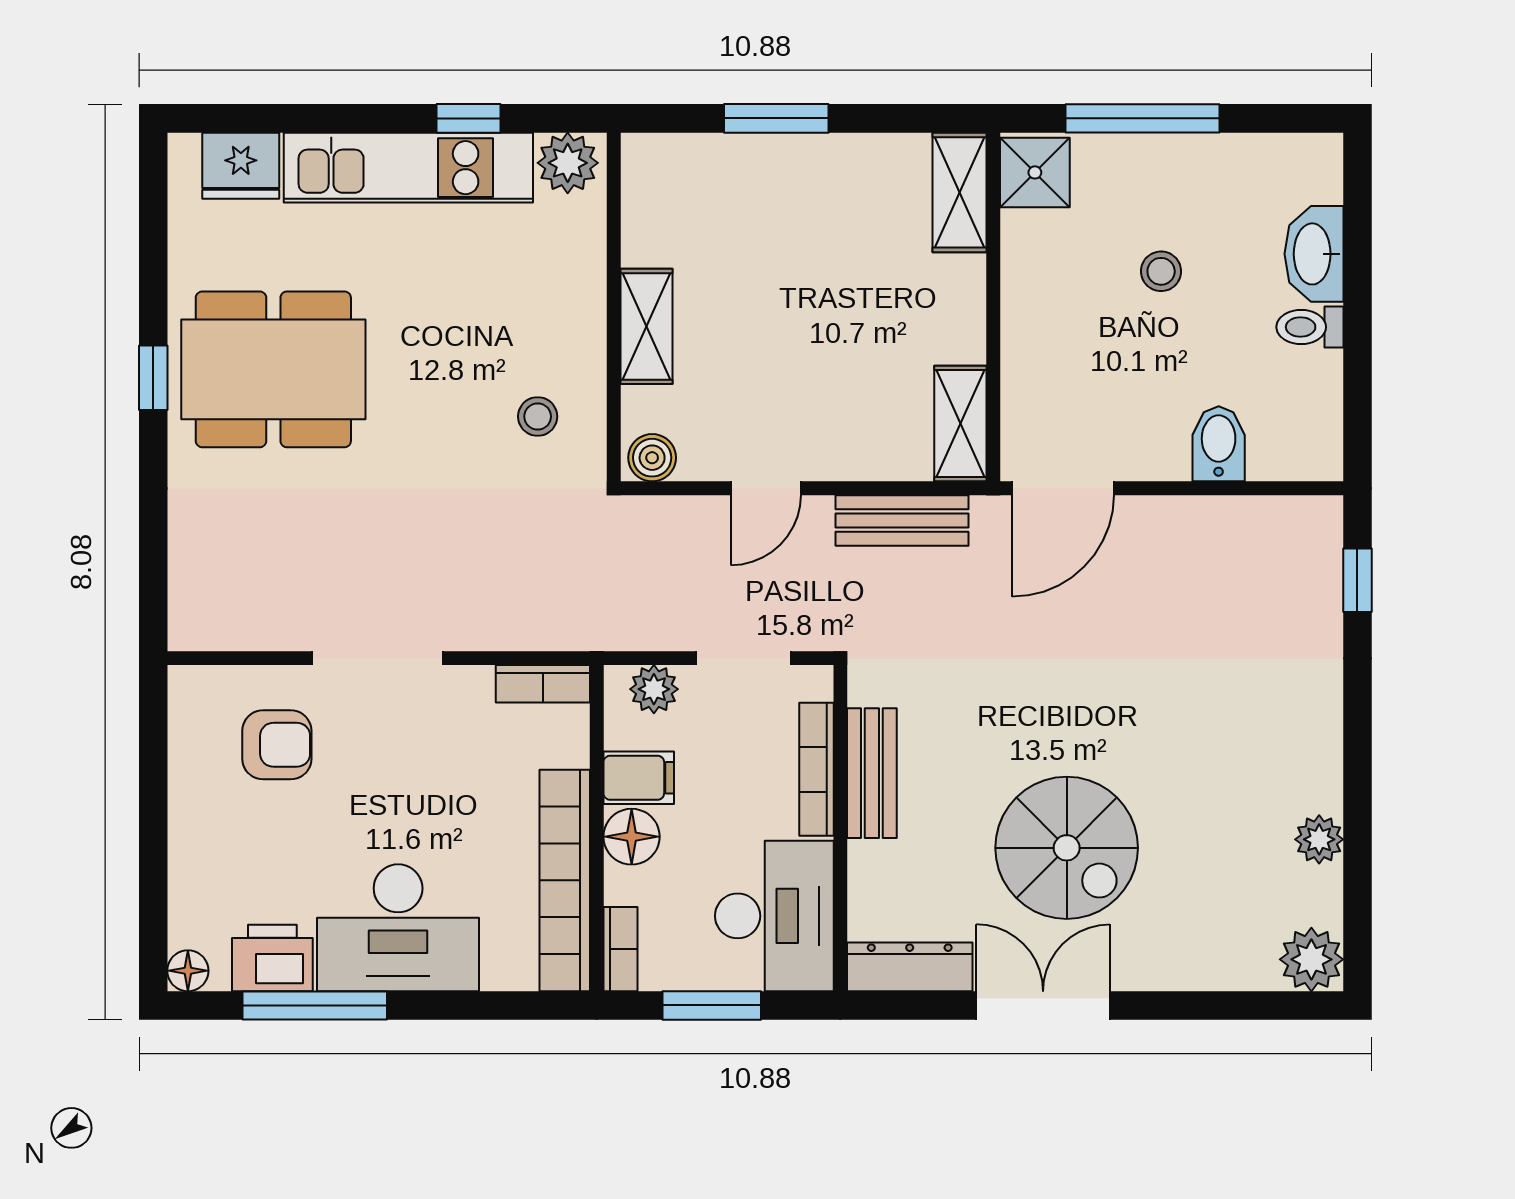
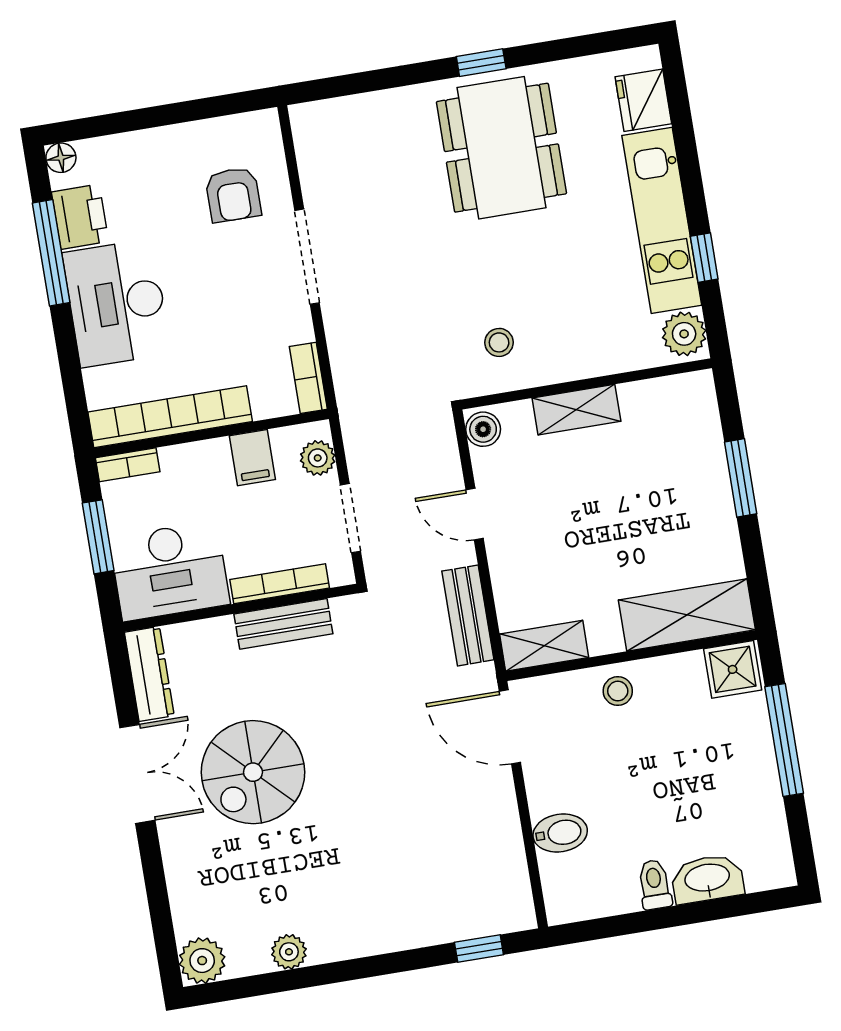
shelving: (960, 192) -> (687, 615), width x1.50, depth x1.33
stool: (1161, 271) -> (618, 691), moved
floor lamp: (632, 837) -> (209, 459), removed

